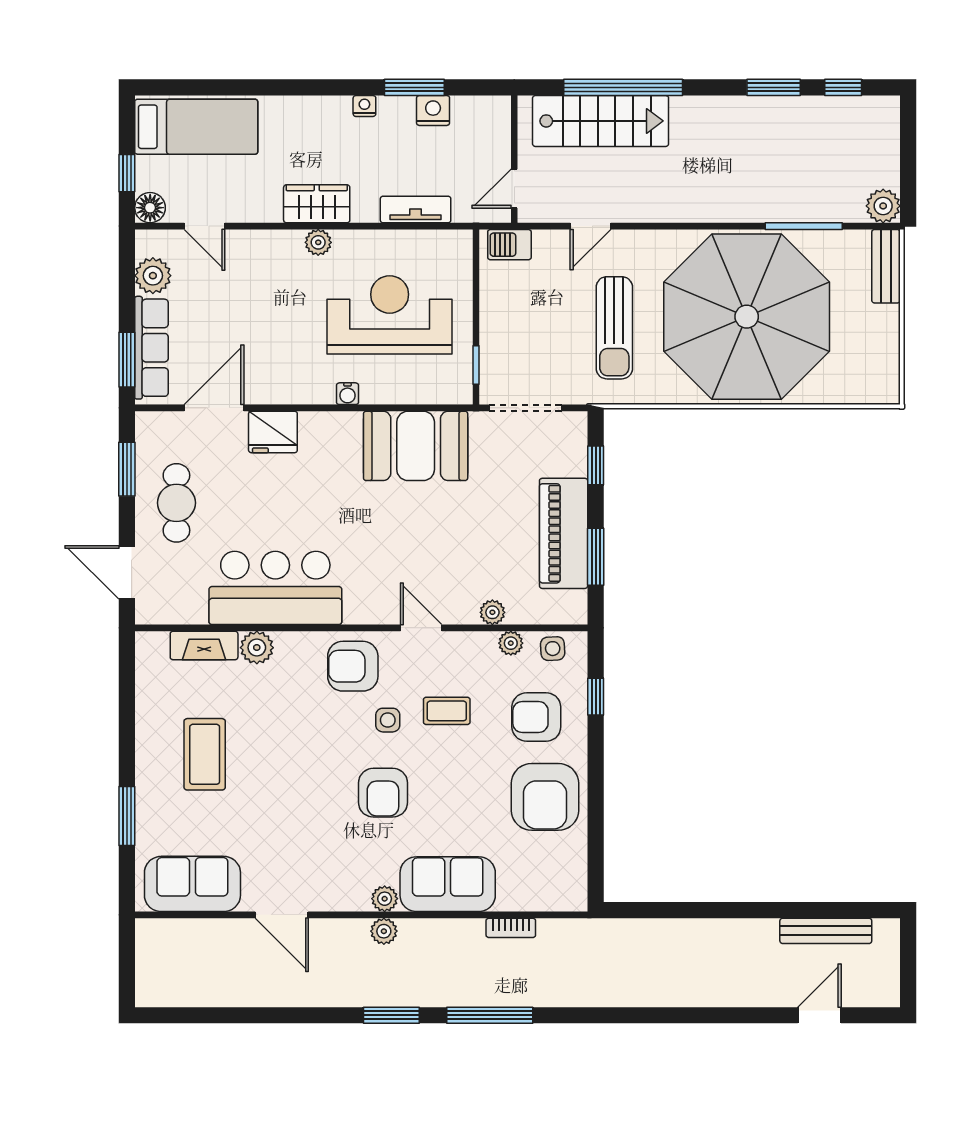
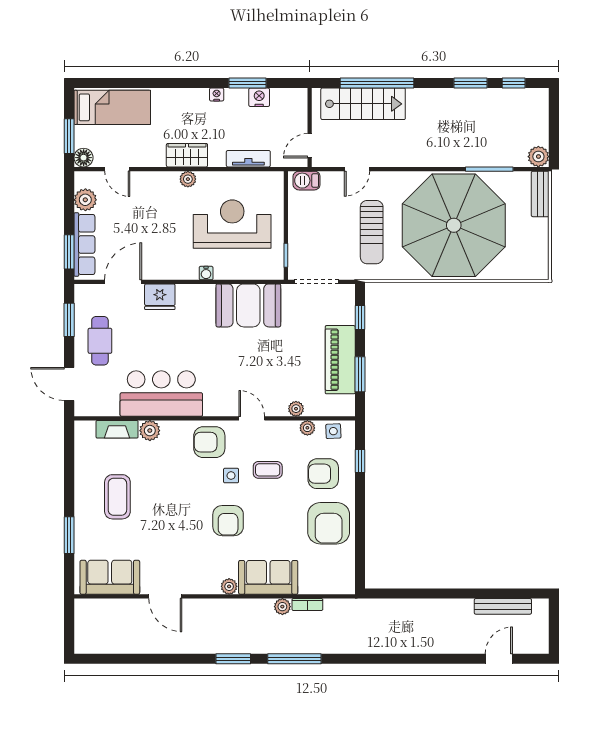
window: (127, 173) -> (69, 136), width x1.50
plant: (384, 931) -> (282, 607), moved

